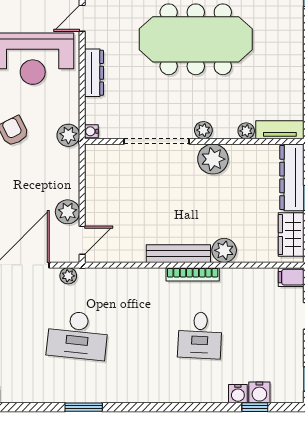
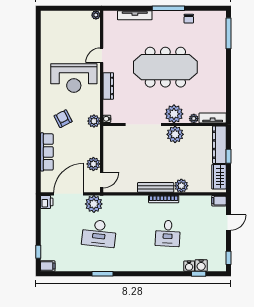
plant: (203, 130) -> (174, 114), width x1.88, depth x1.88
plant: (68, 276) -> (94, 204), width x1.88, depth x1.88

